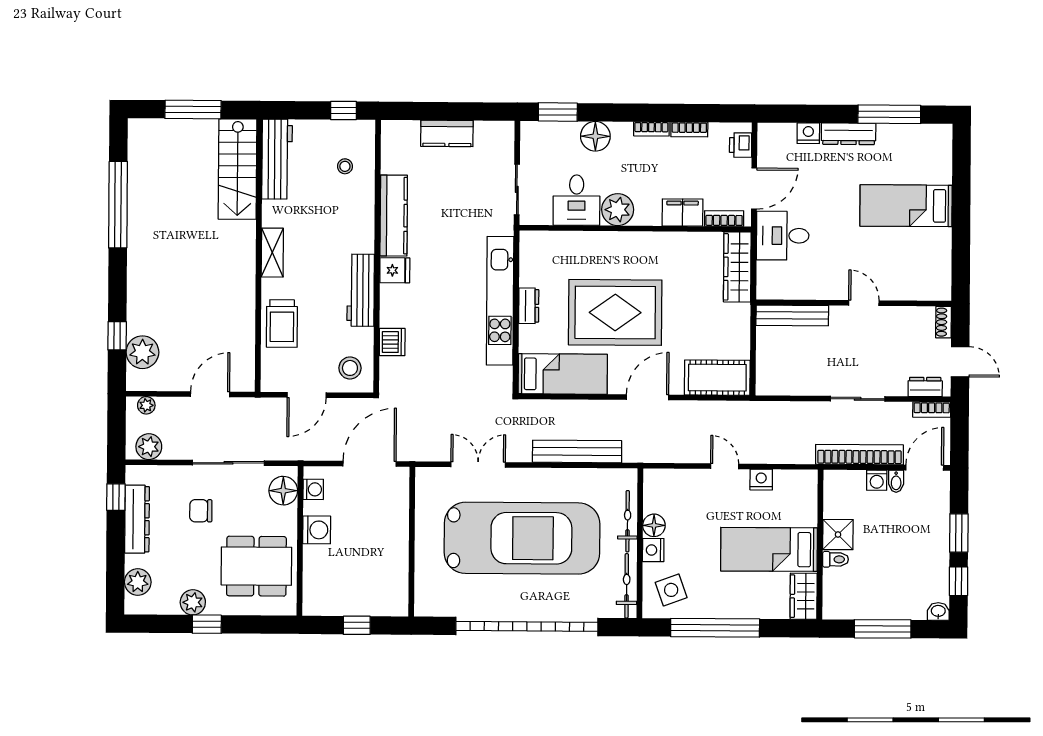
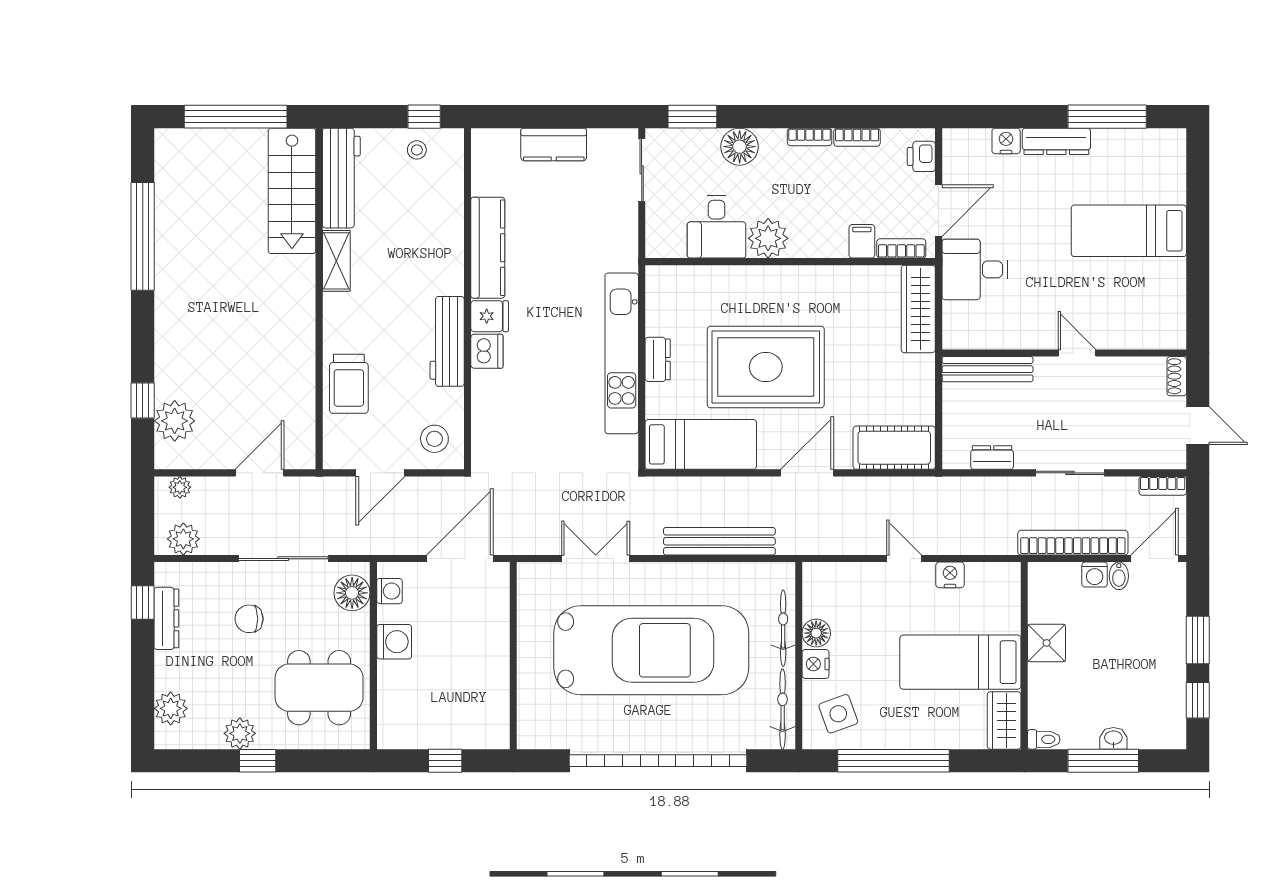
window: (193, 109) -> (236, 117), width x1.46
stool: (345, 166) -> (417, 150), moved
sliding door: (517, 189) -> (642, 170), moved
filing cabinet: (682, 212) -> (862, 241), width x0.50
shelving: (272, 253) -> (336, 261), moved
dishwasher: (392, 342) -> (487, 351), moved
dresser: (925, 387) -> (992, 458), moved
dresser: (137, 519) -> (166, 618), width x0.73, depth x0.80
toilet: (836, 559) -> (1044, 739), moved
washbasin: (938, 611) -> (1113, 738), moved

